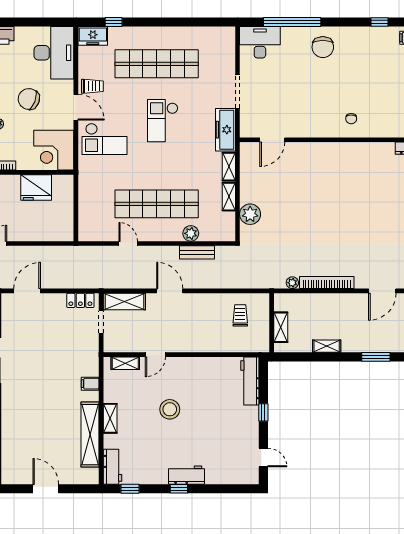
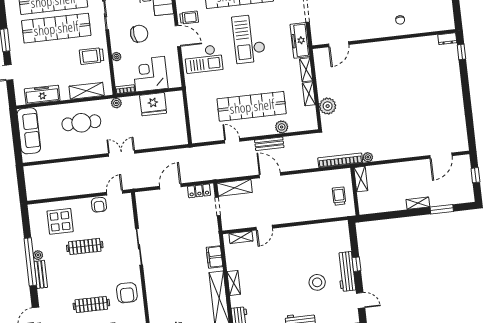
chair: (29, 99) -> (139, 34), turned 152
checkout: (163, 121) -> (249, 39), width x1.36, depth x1.21
corner desk: (54, 150) -> (150, 74), moved, turned 90
bench: (197, 252) -> (269, 144), moved
bookcase: (327, 283) -> (340, 160), moved
door: (27, 291) -> (170, 186), moved
trolley: (240, 315) -> (339, 196), moved
shelving: (281, 327) -> (361, 179), moved
shelving: (327, 346) -> (418, 203), moved
workbench: (250, 381) -> (346, 271), moved
filing cabinet: (90, 384) -> (214, 257), width x2.00
stool: (170, 409) -> (317, 282), moved

